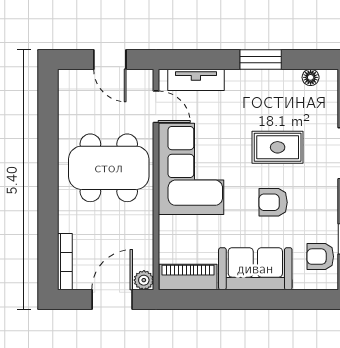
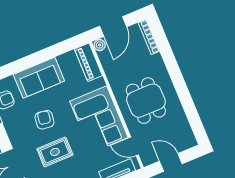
dining table: (109, 168) -> (146, 101), width x0.73
armchair: (273, 202) -> (44, 120), turned -82
piano: (188, 277) -> (88, 62), moved, turned 90

